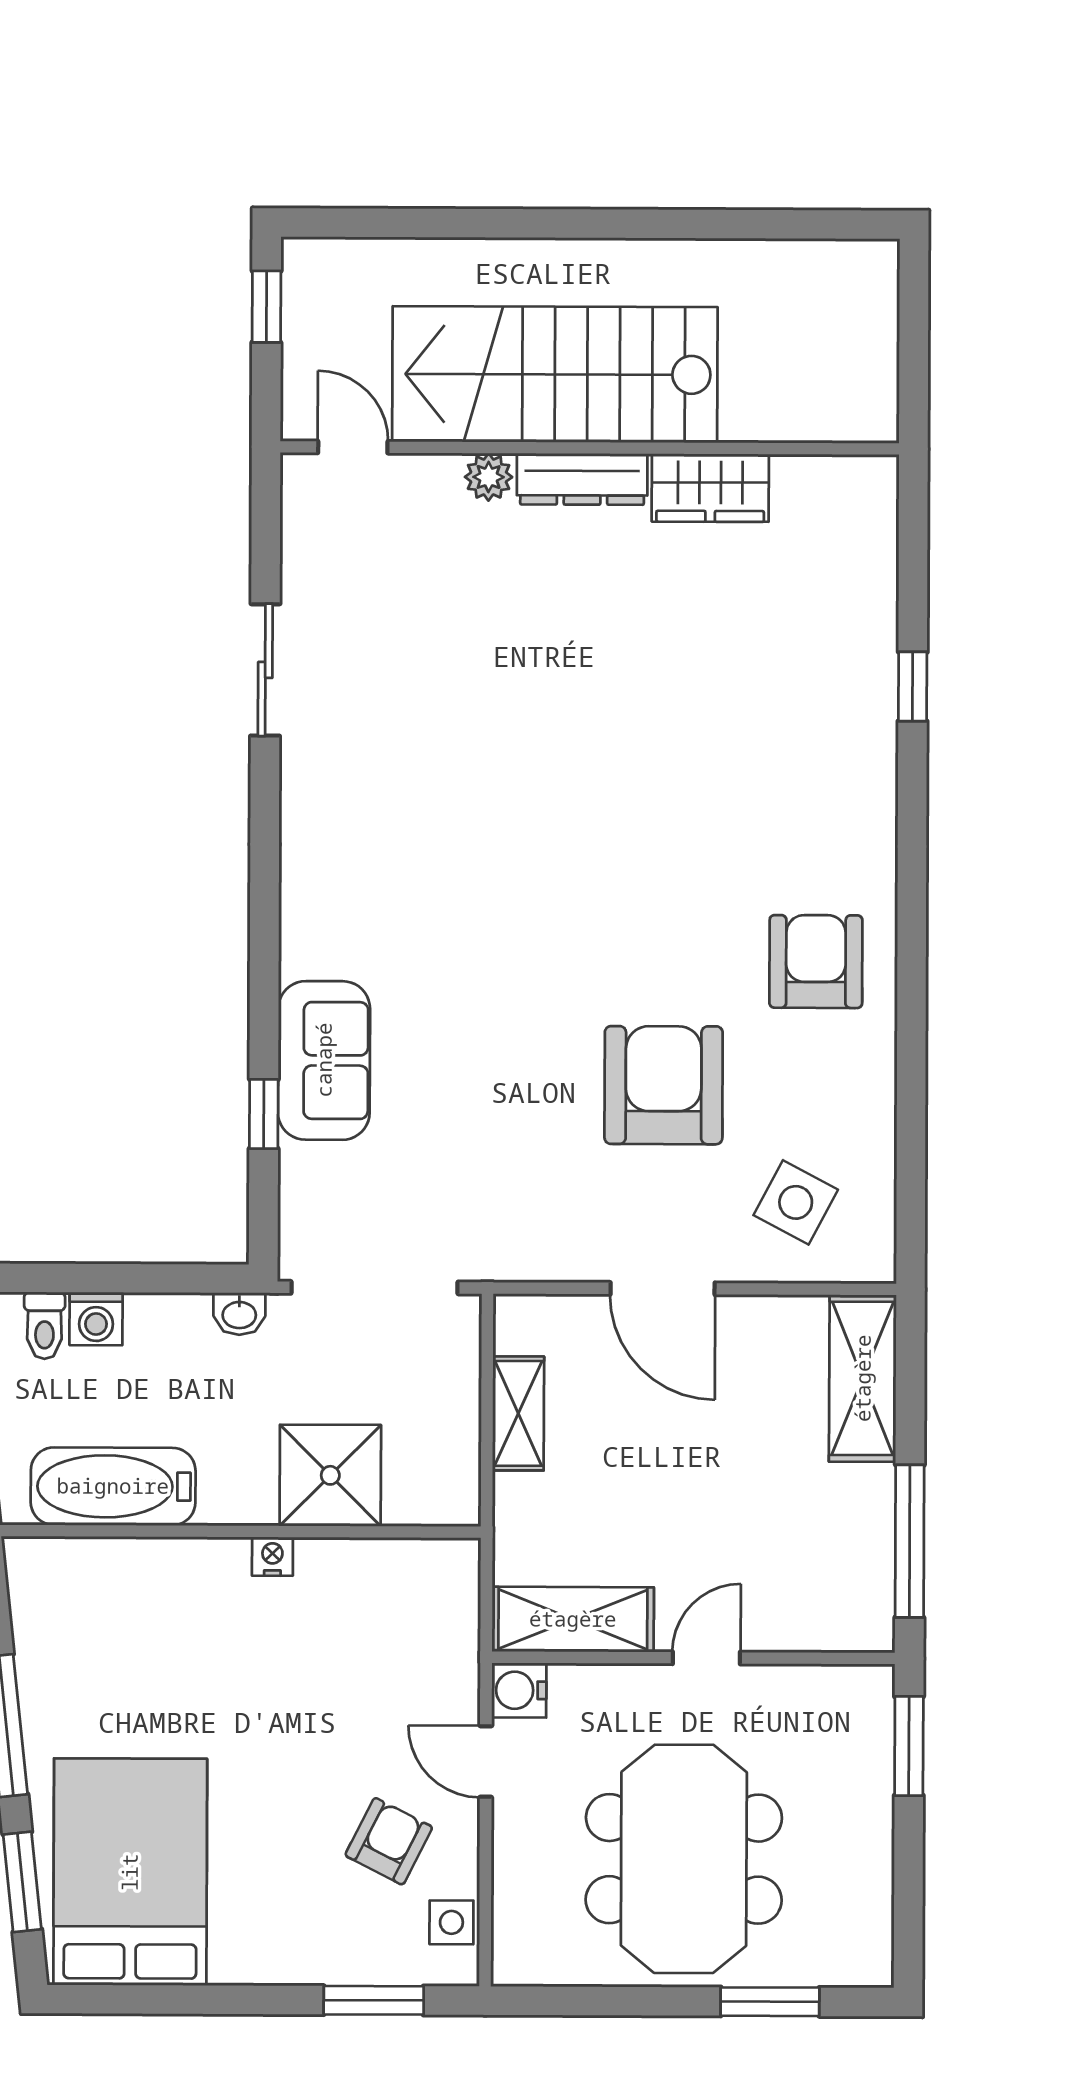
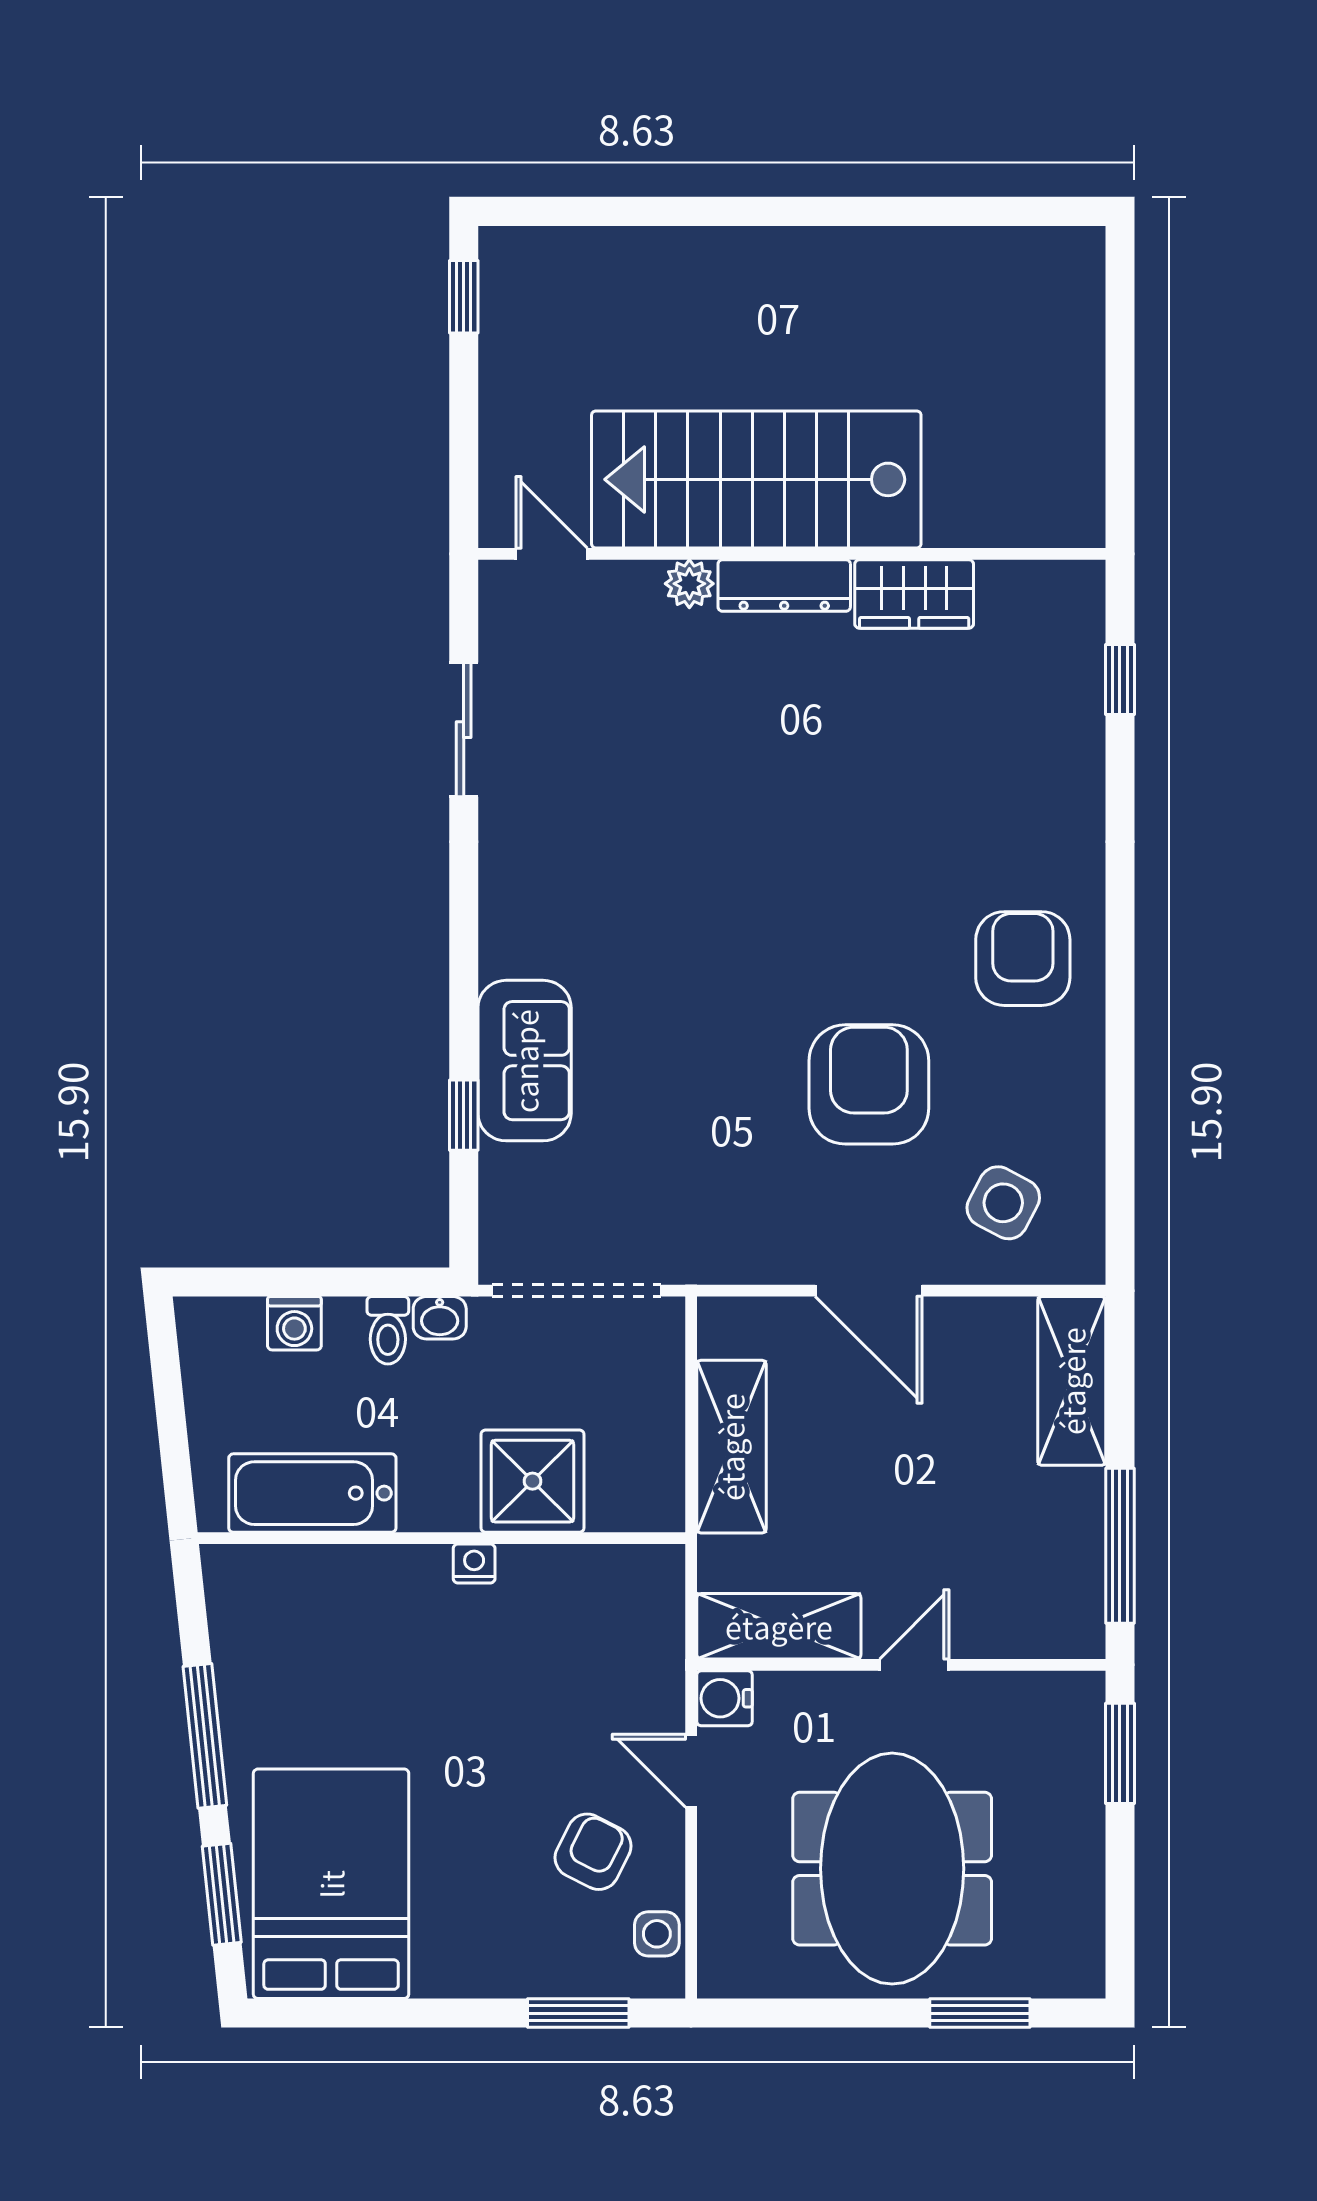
stairs: (555, 374) -> (756, 479), moved
door: (353, 447) -> (552, 554), moved
wall: (590, 448) -> (792, 554), moved
plant: (489, 477) -> (689, 584), moved
dresser: (582, 479) -> (784, 585), moved
wardrobe: (710, 488) -> (914, 594), moved
sliding door: (265, 670) -> (464, 730), moved
toilet: (45, 1326) -> (388, 1330), moved
shelving: (518, 1413) -> (731, 1447), width x1.50, depth x1.33

